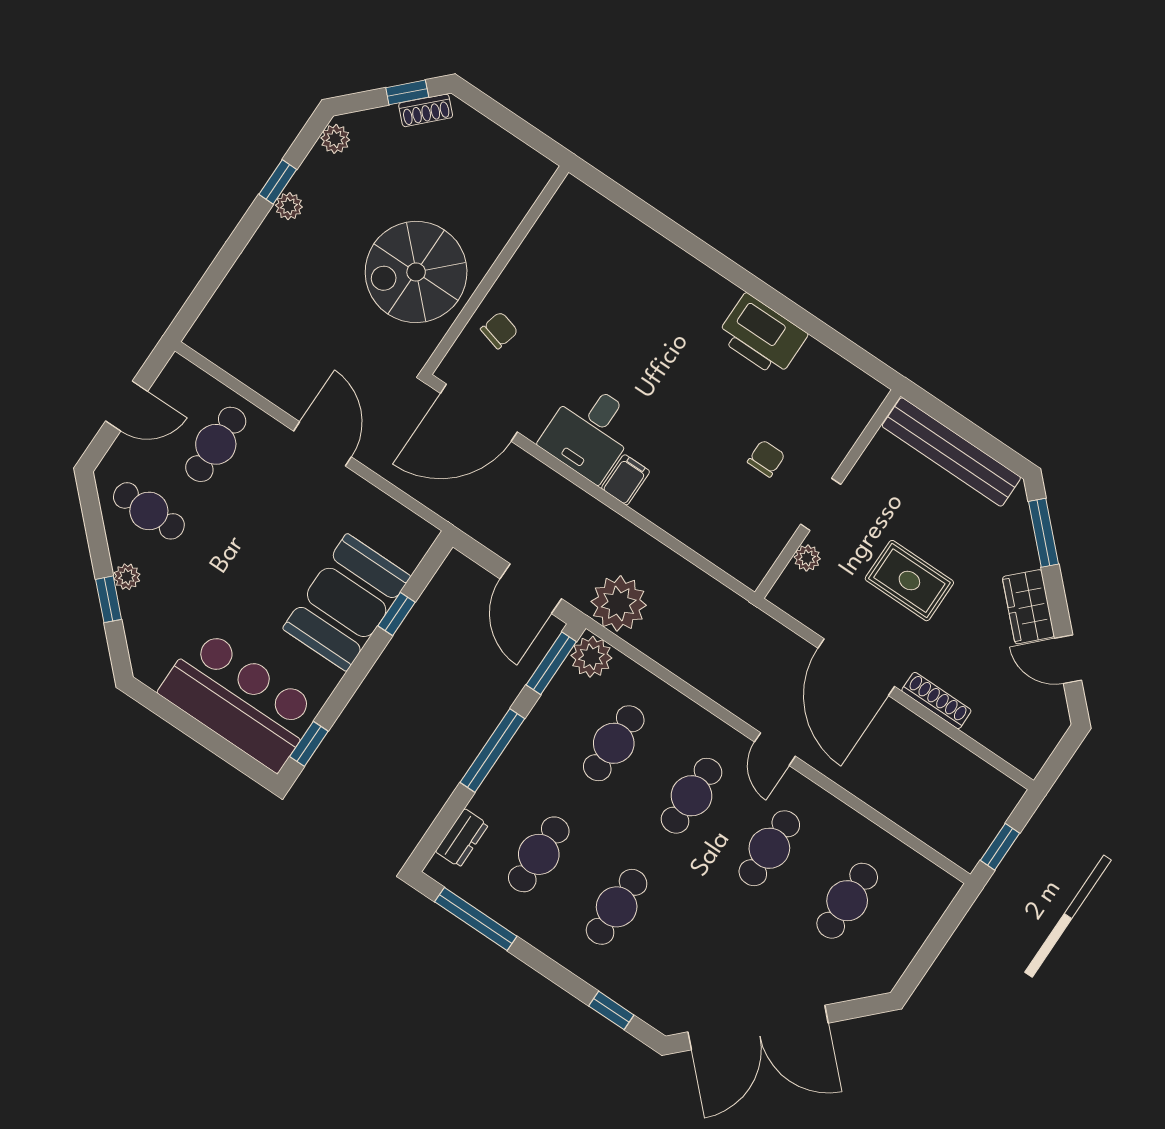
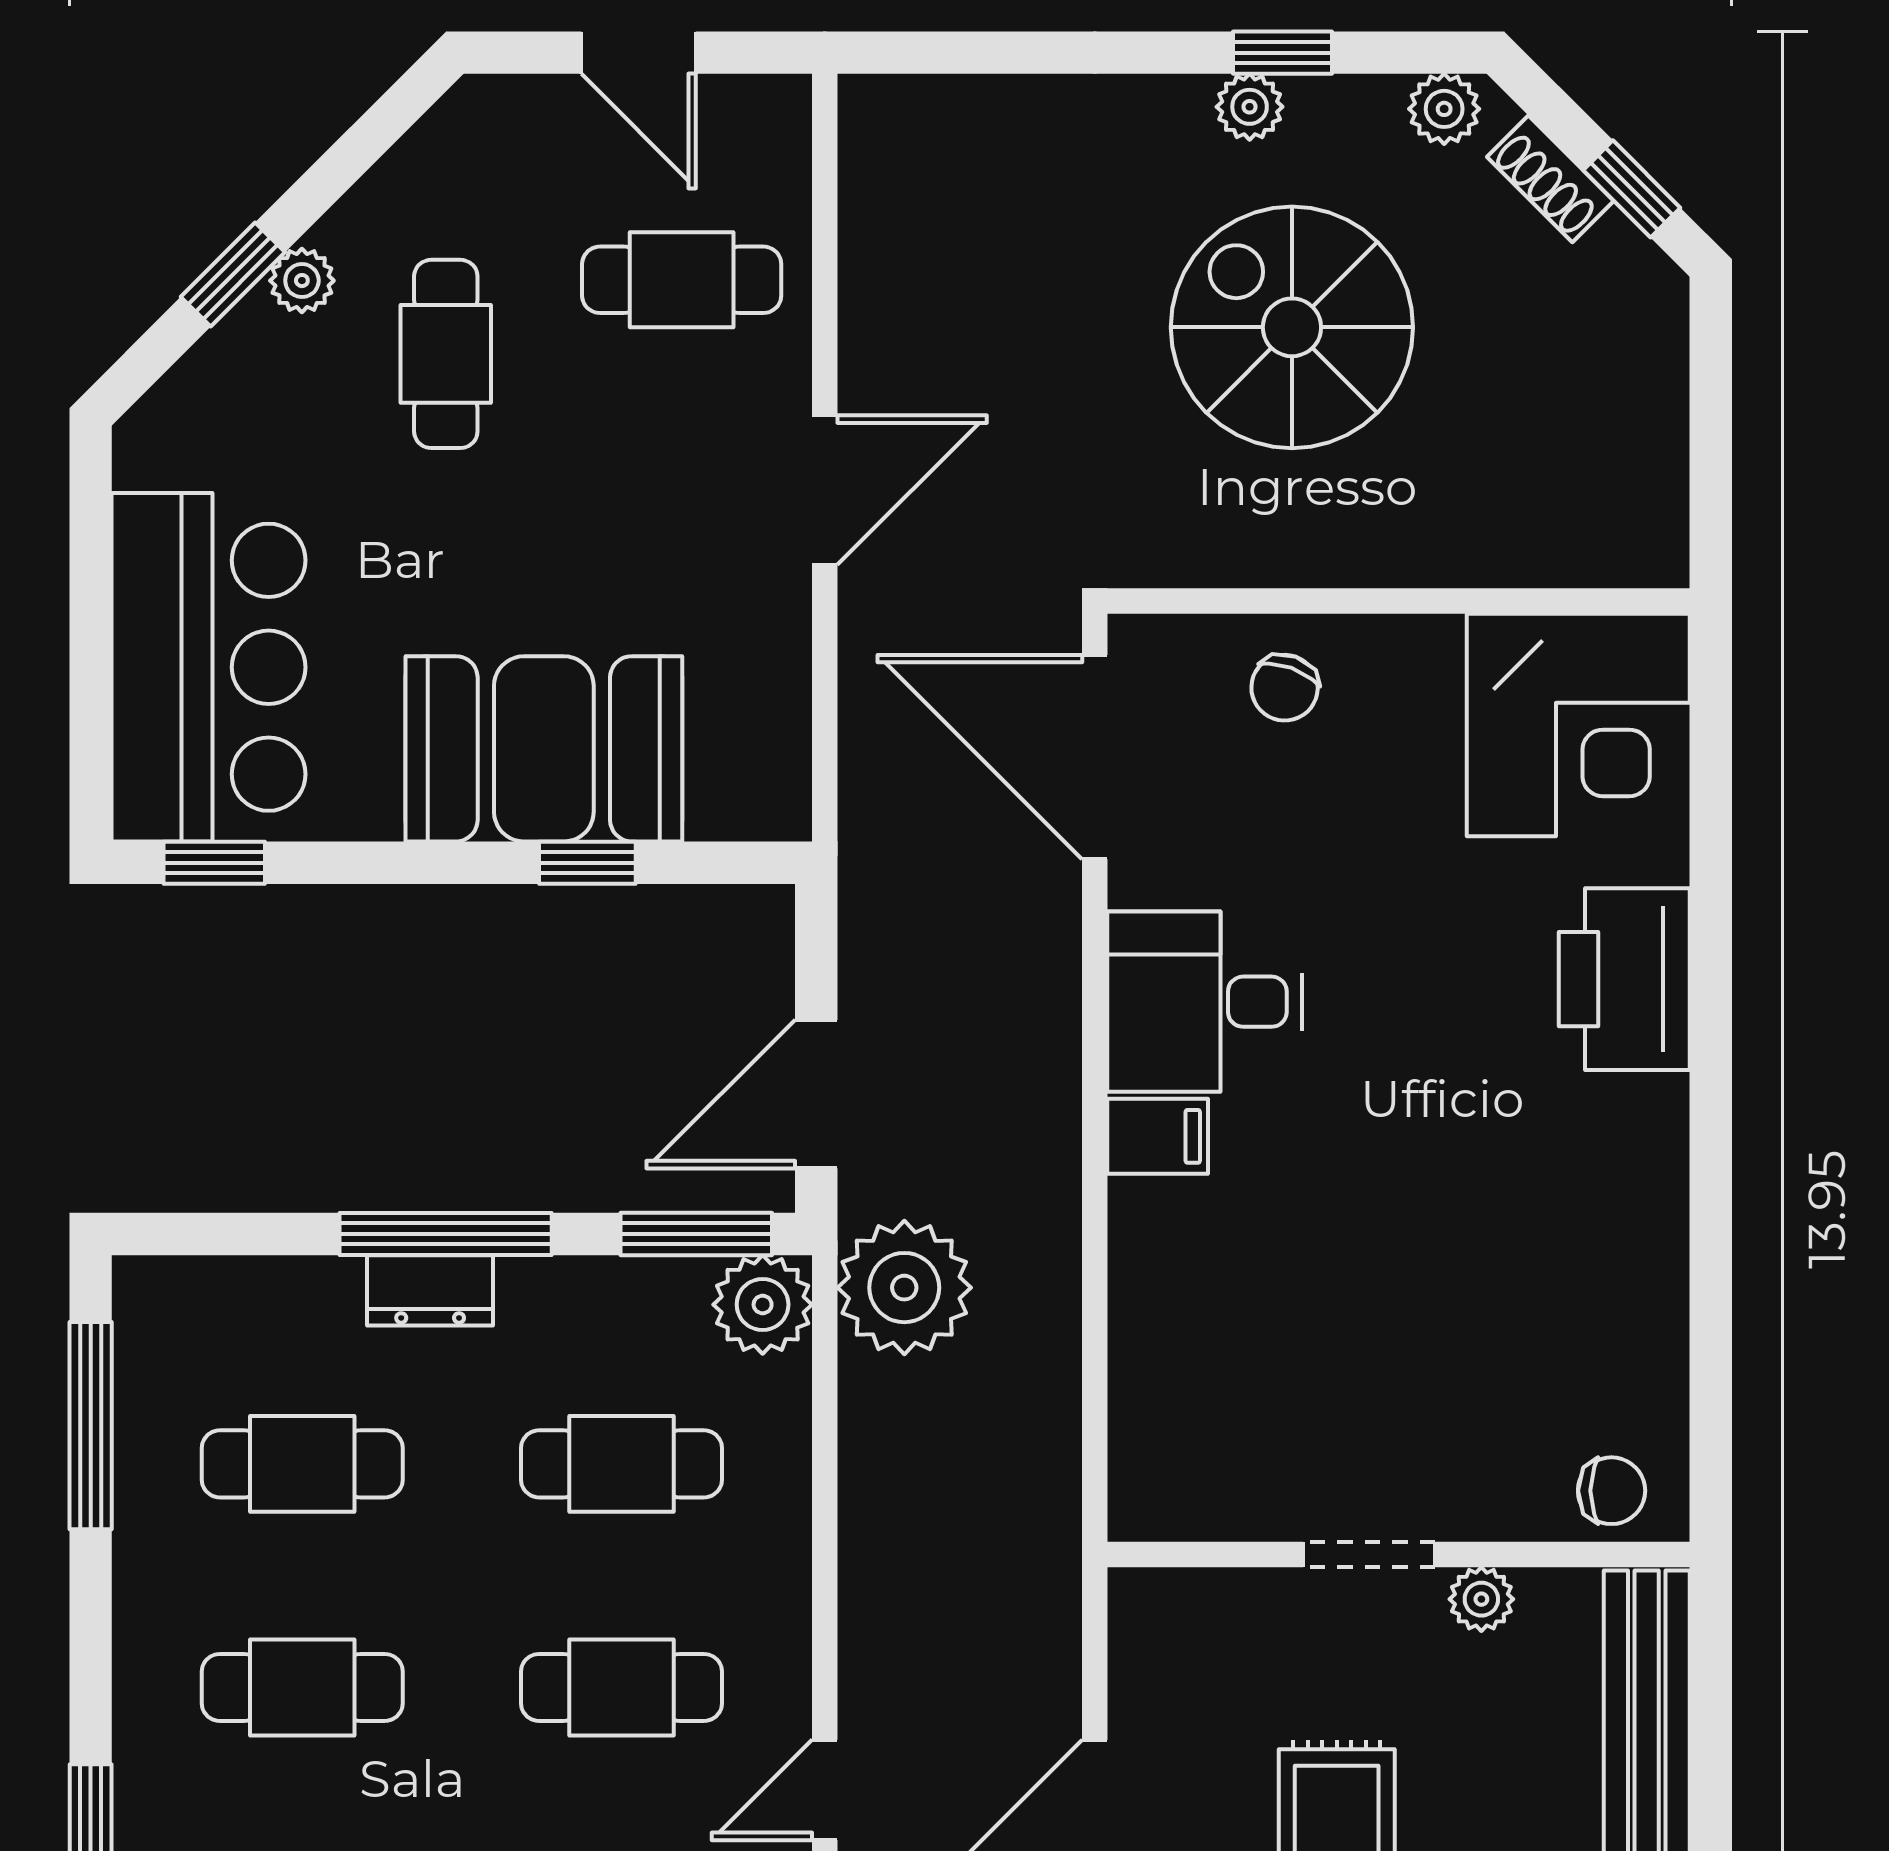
shoe rack: (426, 110) -> (1550, 179), moved
corner desk: (581, 237) -> (1578, 725), added
spiral stairs: (416, 272) -> (1292, 327), moved
chair: (499, 330) -> (1285, 688), turned 95
printer: (762, 336) -> (1624, 979), moved
chair: (766, 458) -> (1612, 1491), moved
cafe table: (149, 511) -> (446, 354), moved
plant: (807, 558) -> (1481, 1599), moved
dresser: (462, 838) -> (430, 1290), moved

